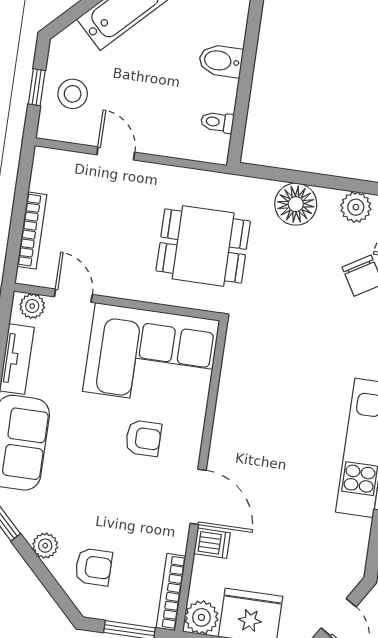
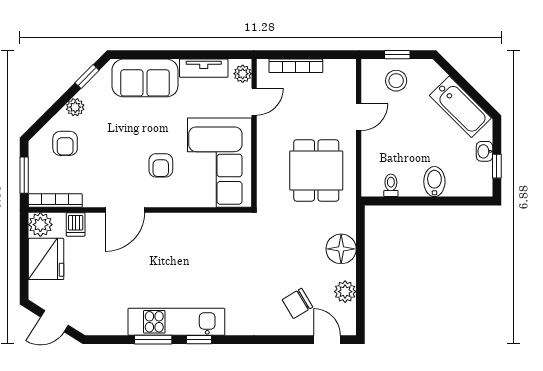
dining table: (203, 246) -> (316, 171), moved
dishwasher: (212, 543) -> (76, 224), moved

